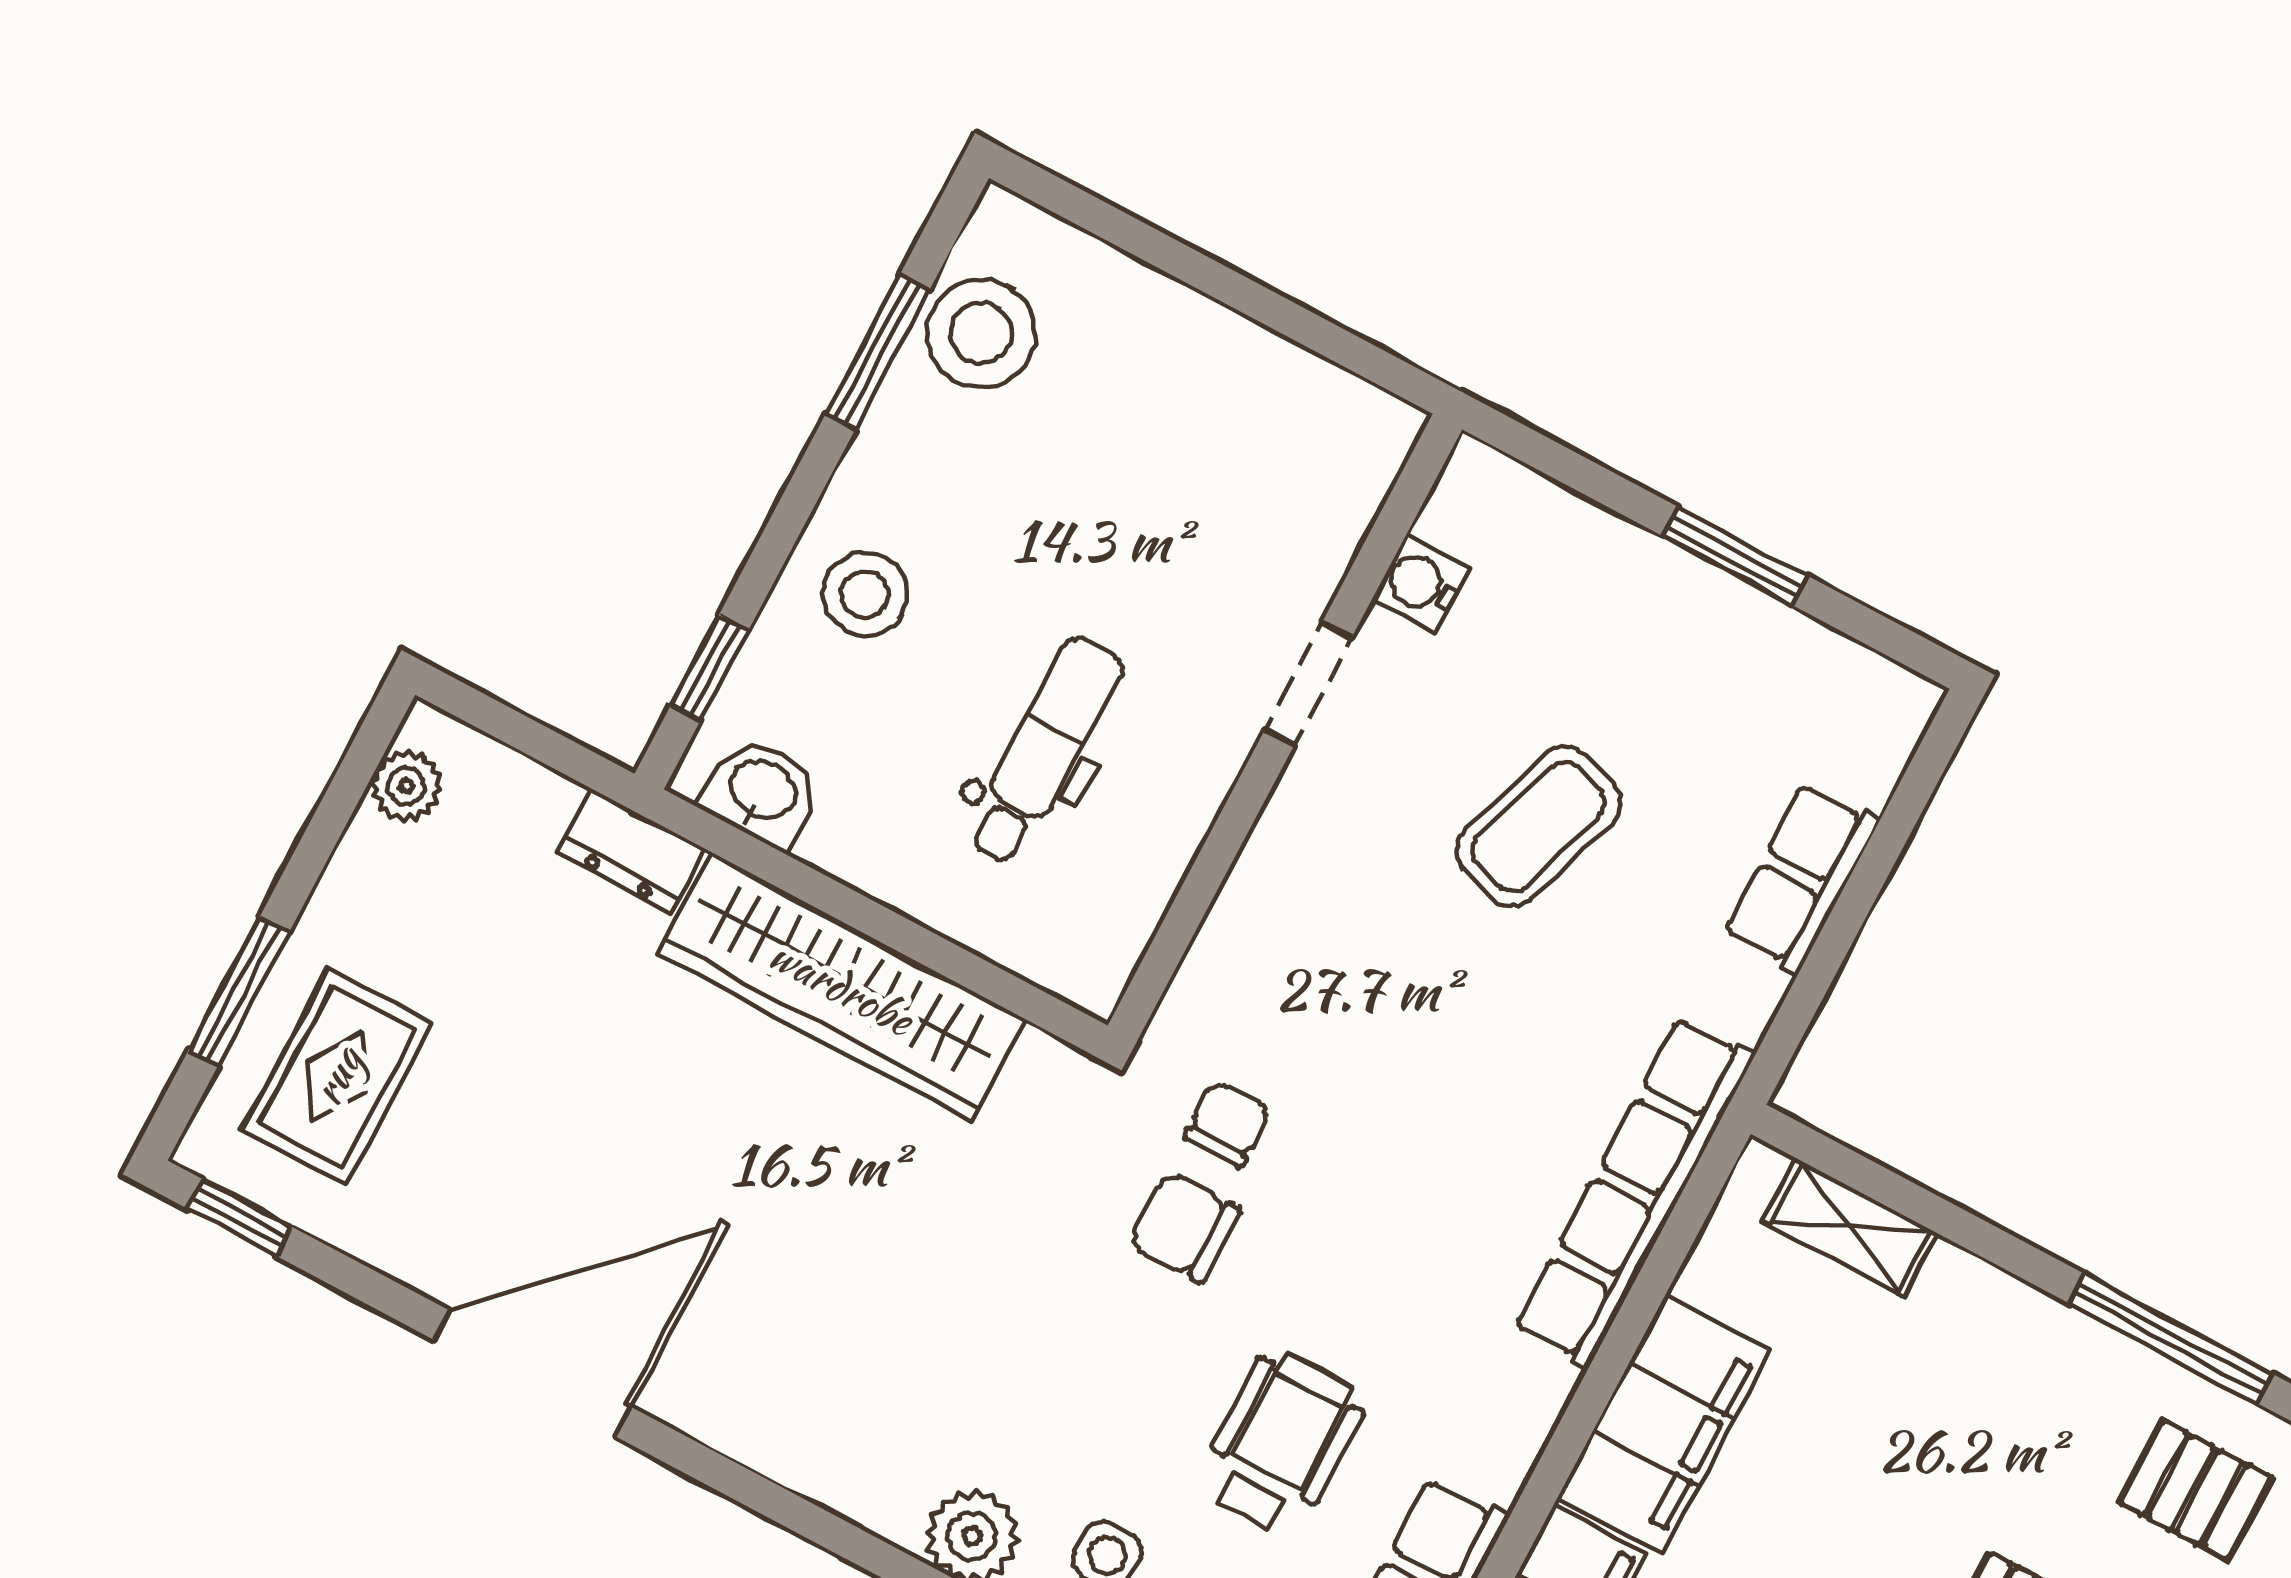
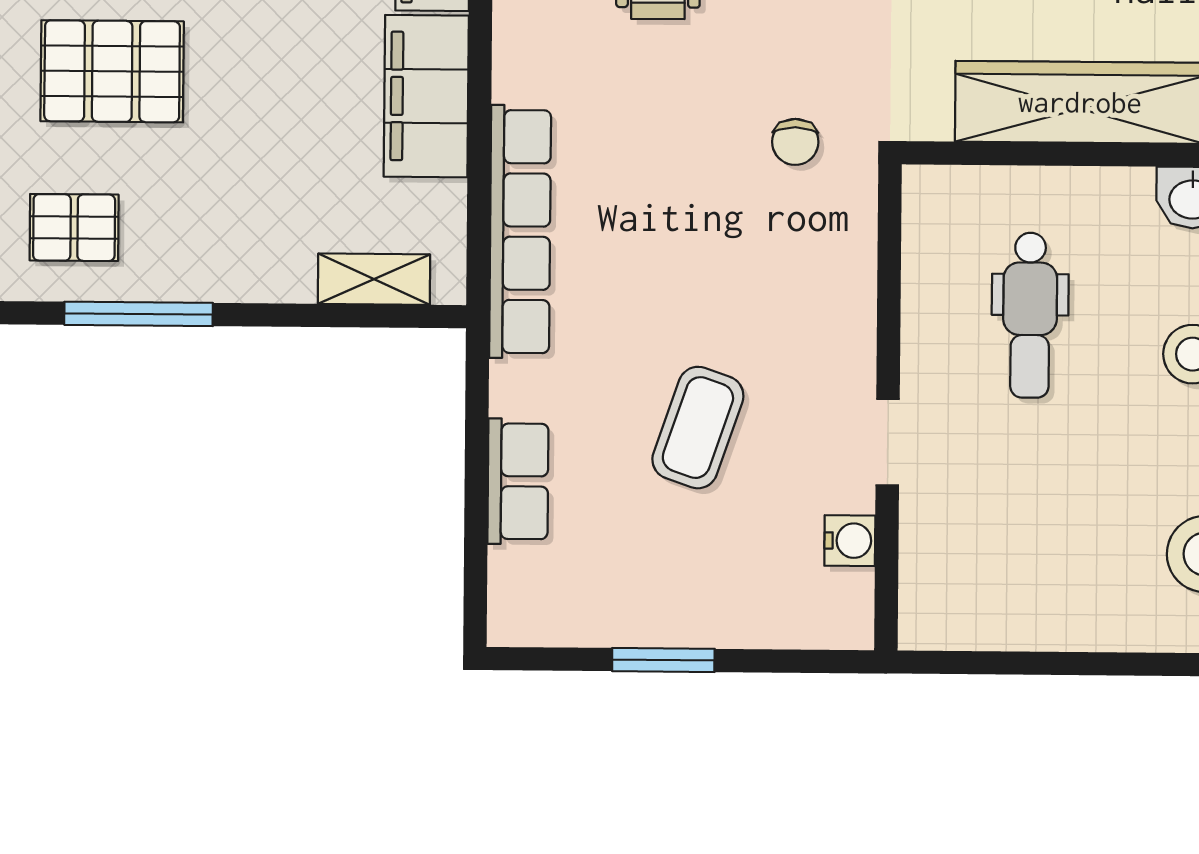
chair: (1185, 1227) -> (788, 64), removed

